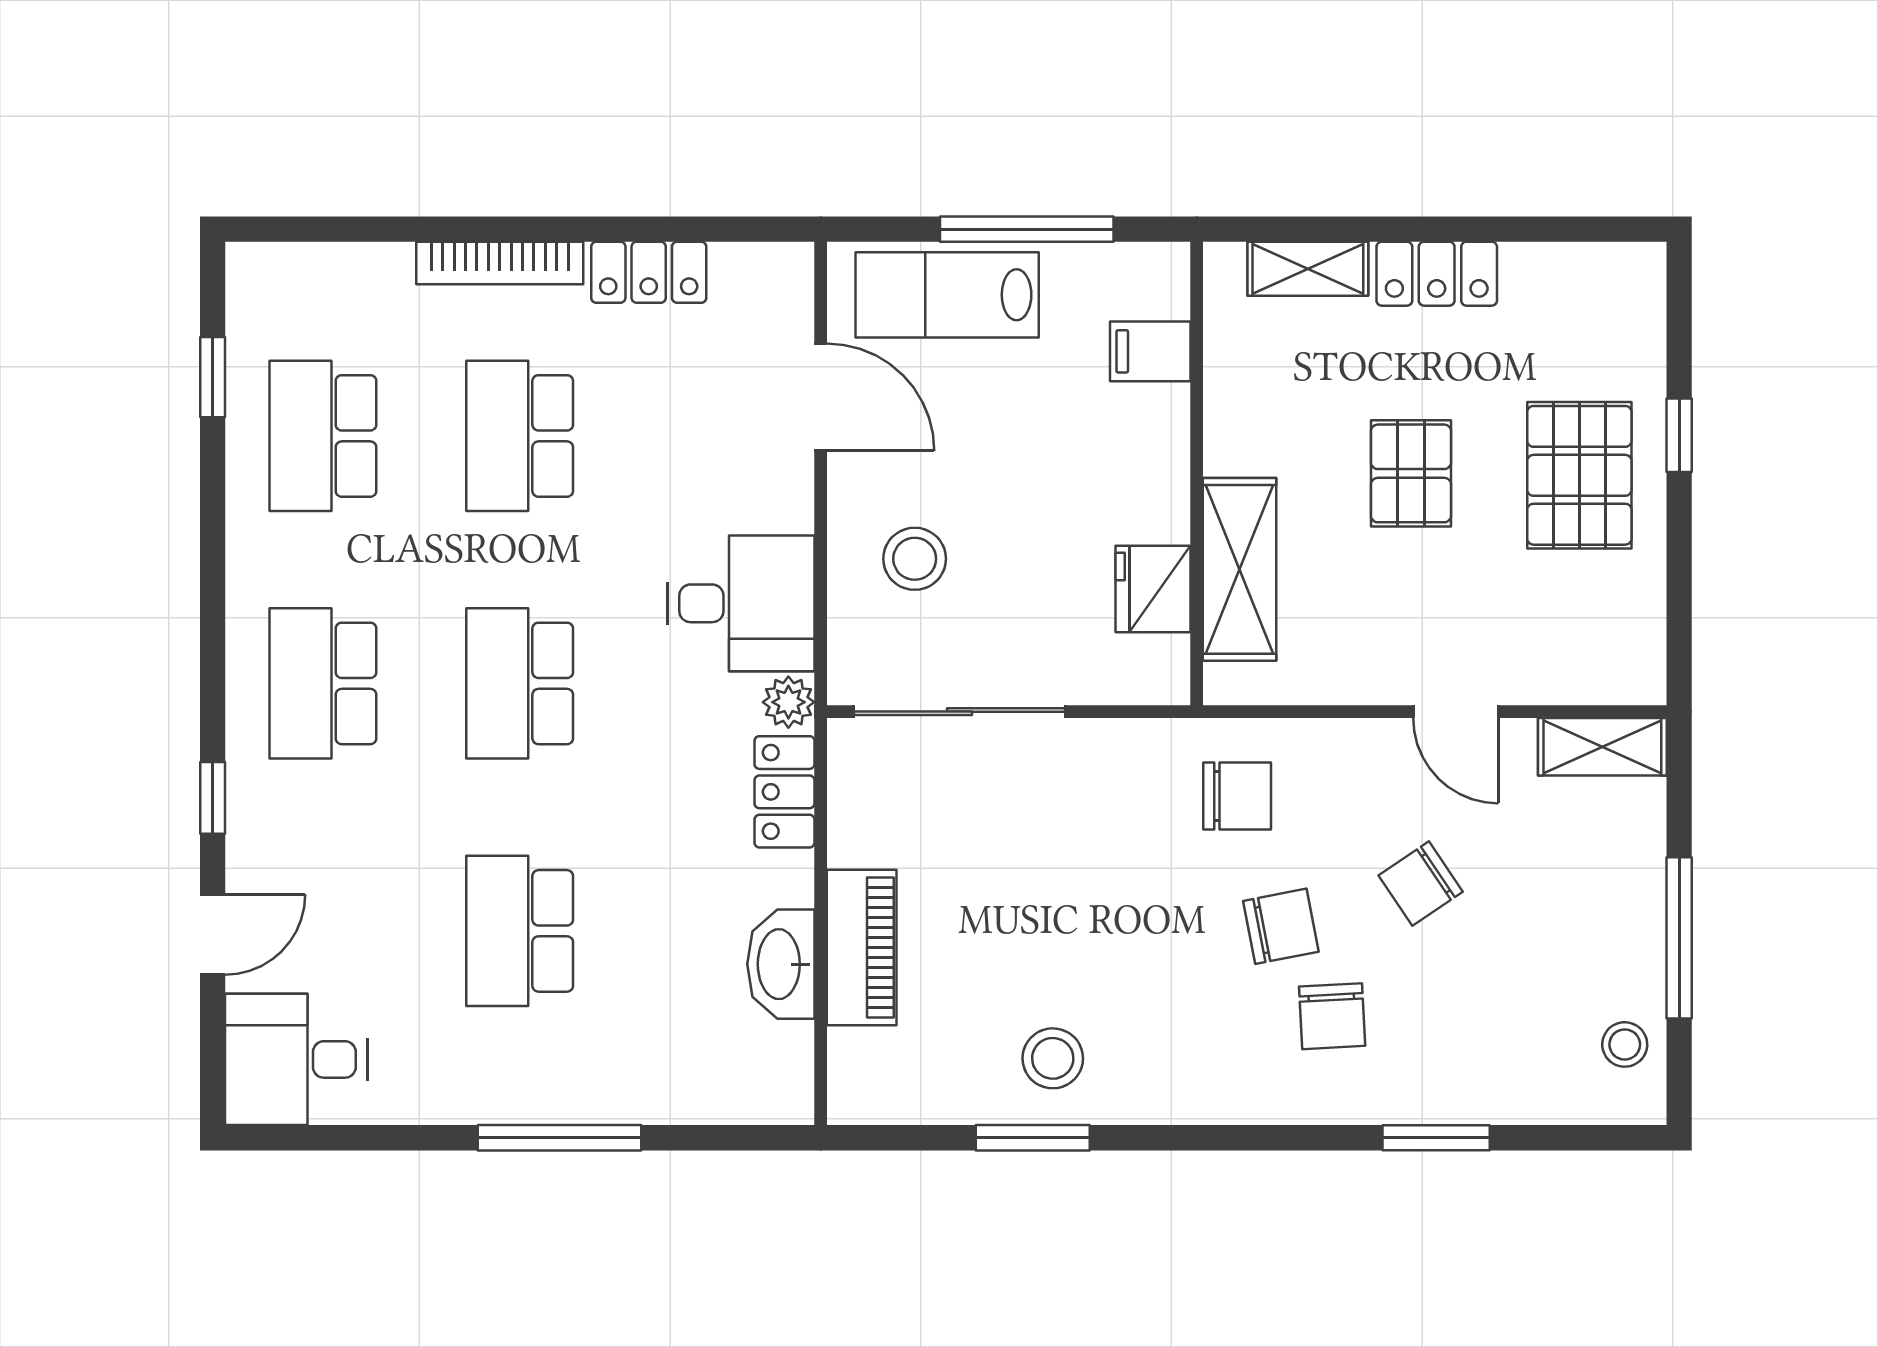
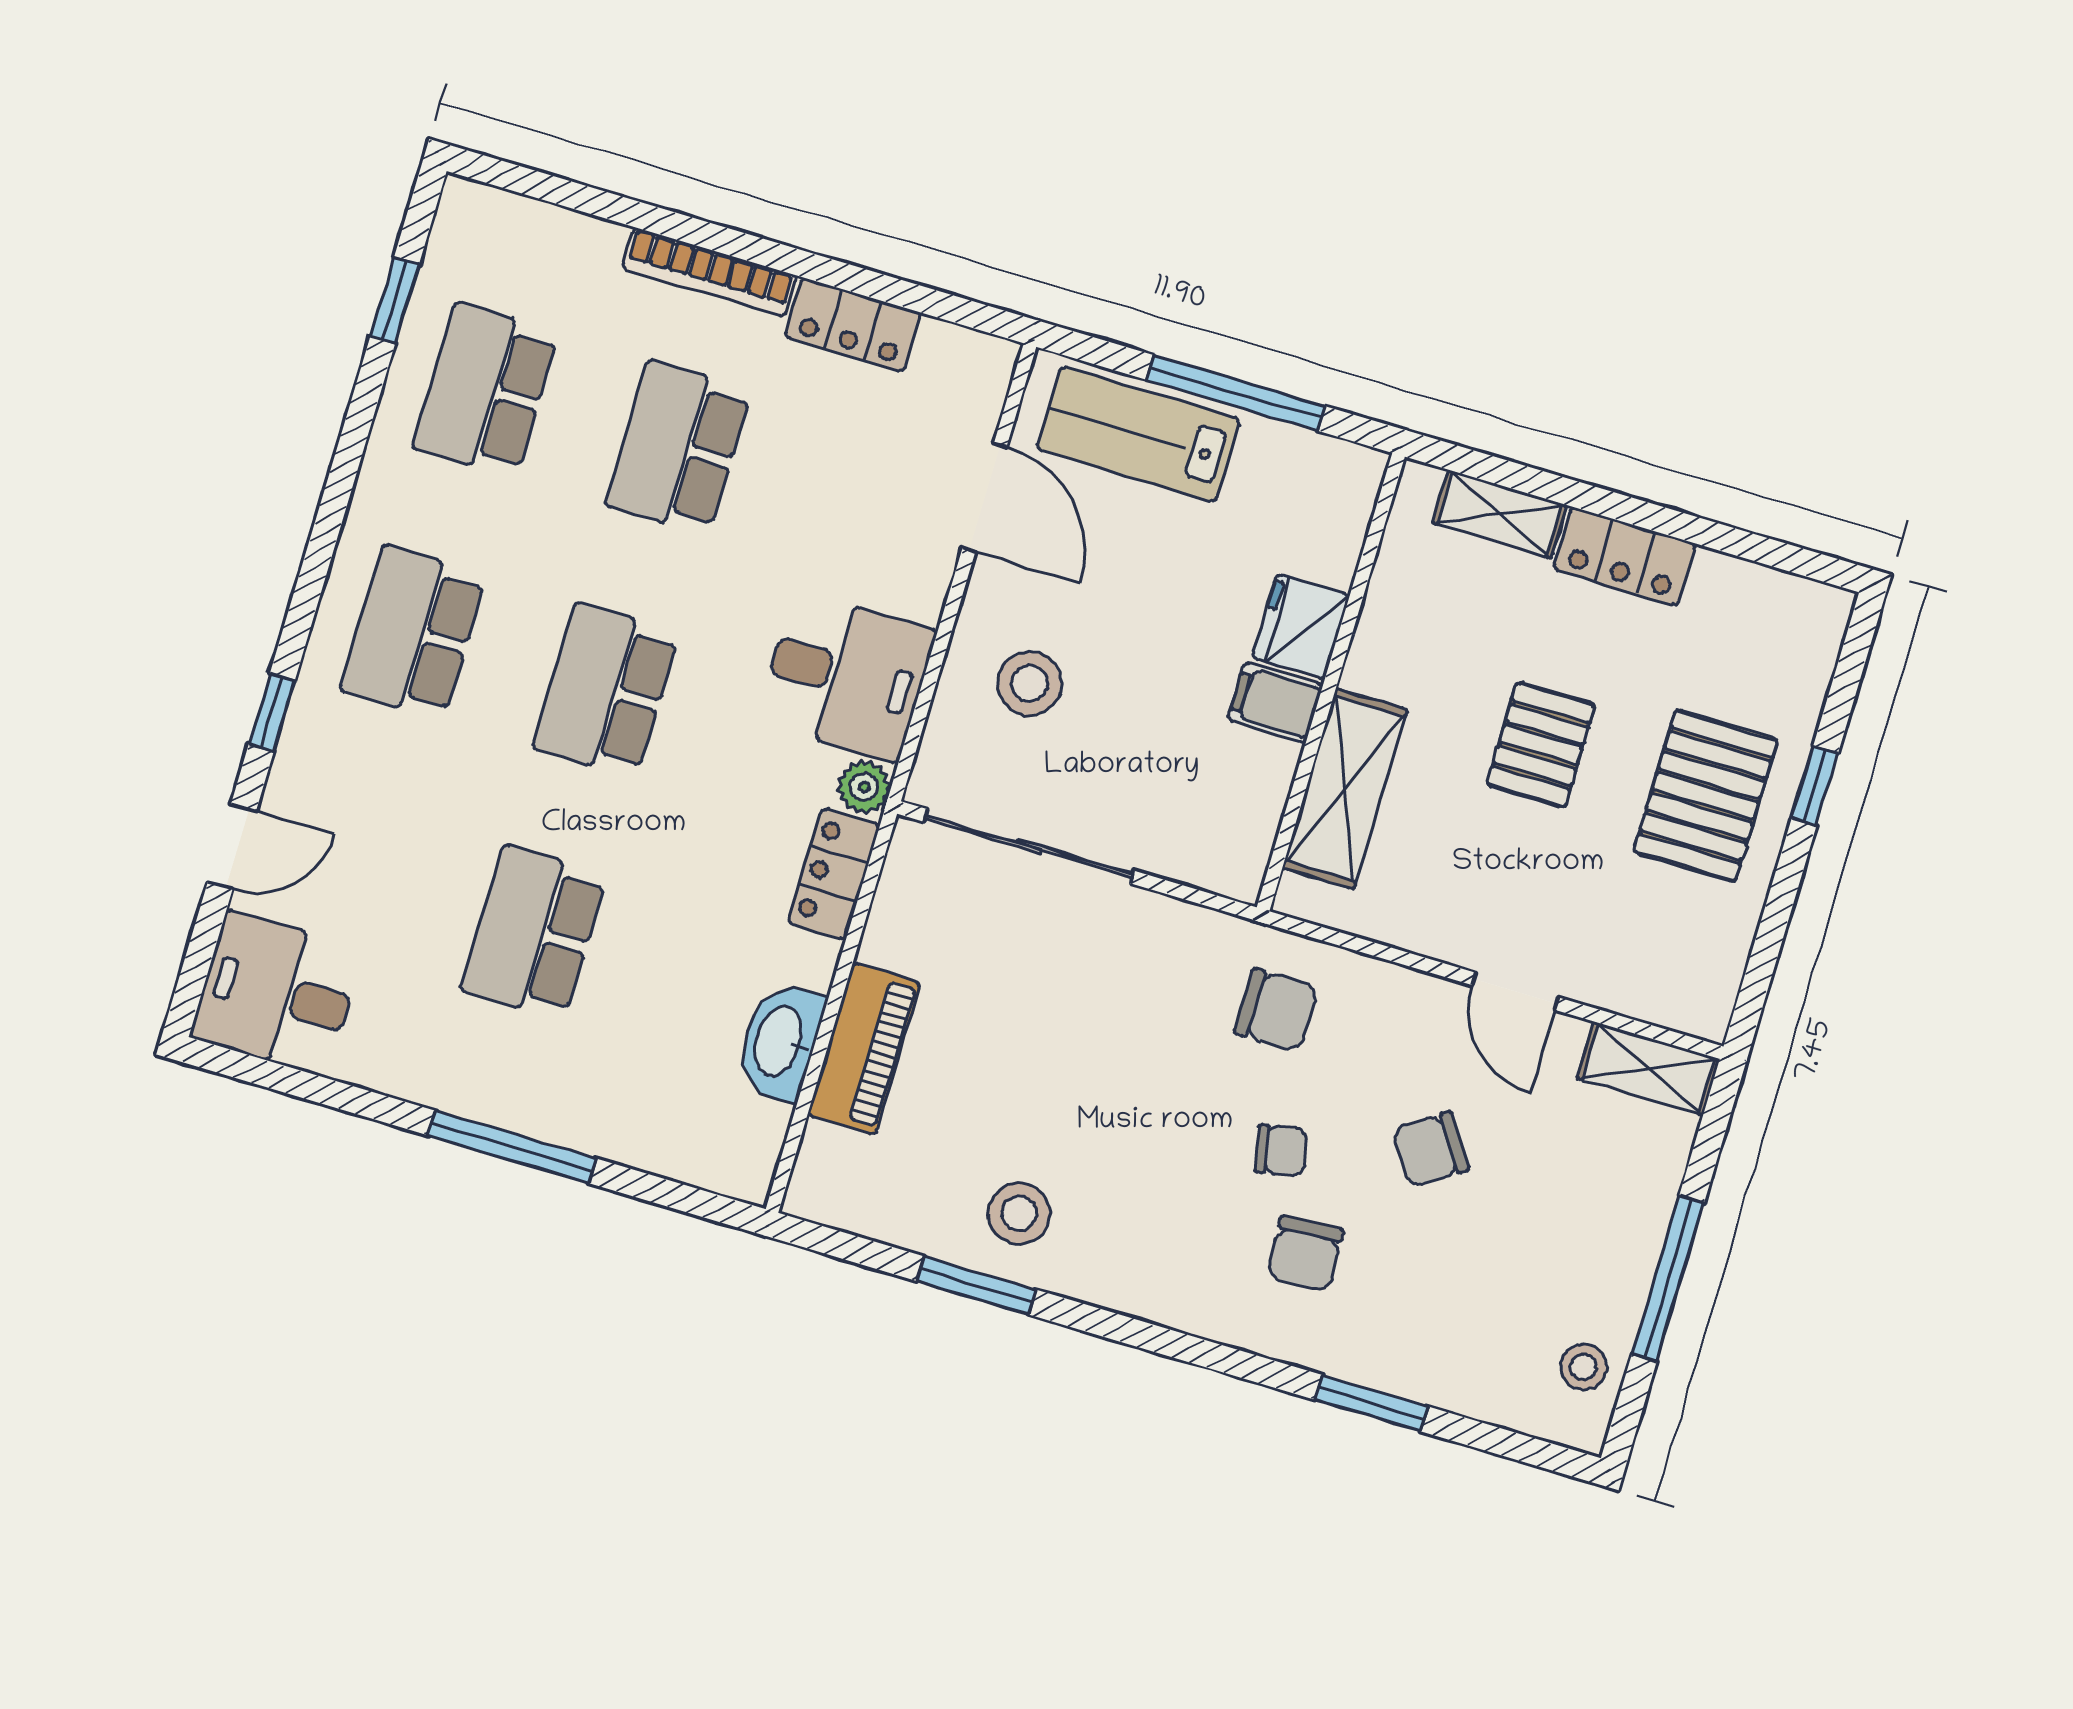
filing cabinet: (1150, 351) -> (1275, 702), moved
fridge: (1153, 589) -> (1301, 626), moved
chair: (1281, 926) -> (1281, 1150), width x0.73, depth x0.73

